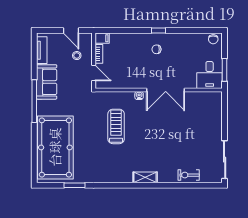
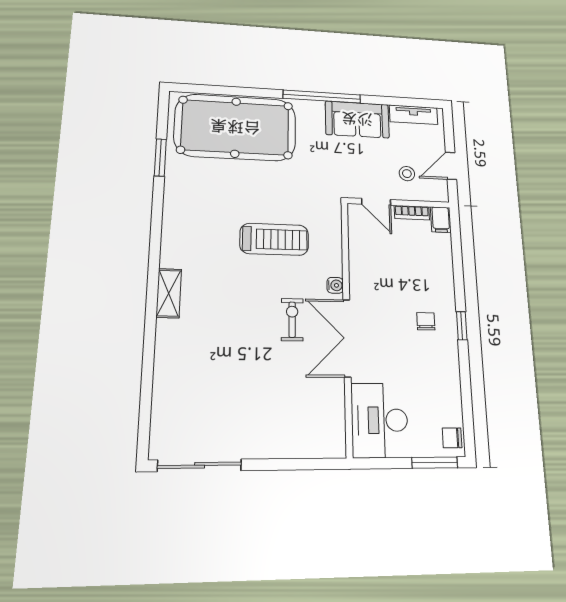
window: (225, 70) -> (435, 463), moved
door: (94, 73) -> (376, 202), hinge flipped
desk: (210, 75) -> (380, 420), width x1.37
exercise bike: (189, 175) -> (292, 320), moved

